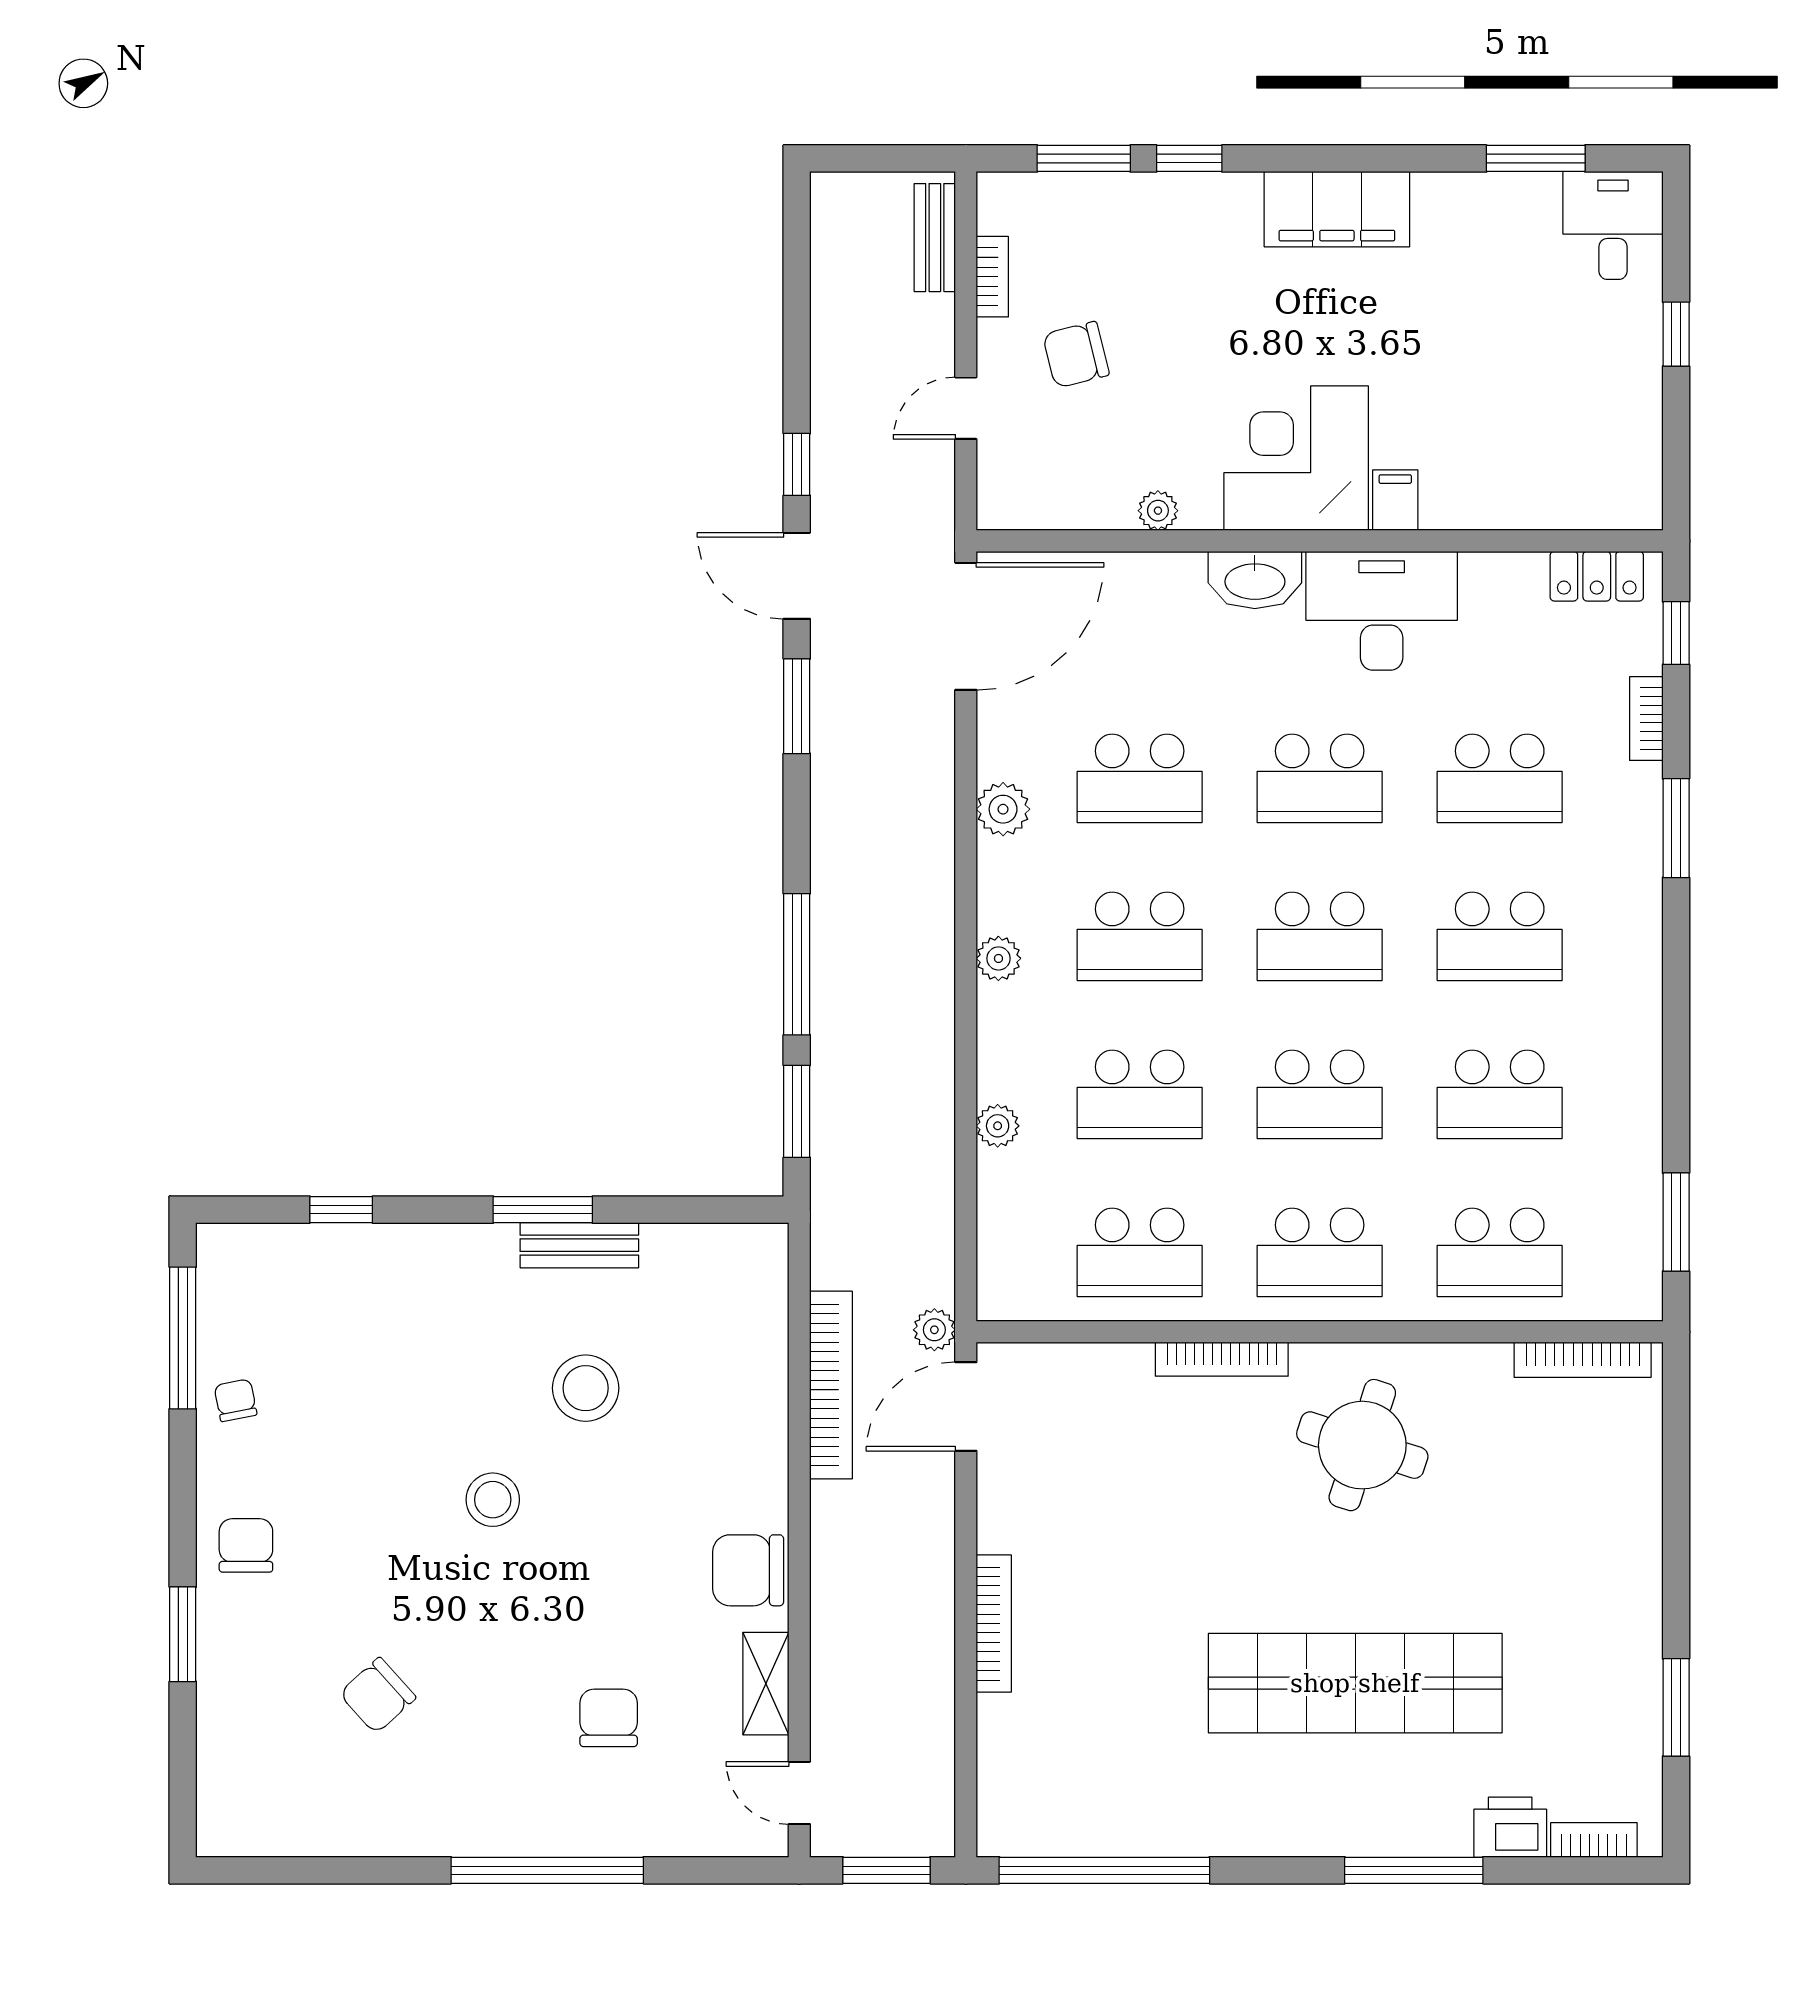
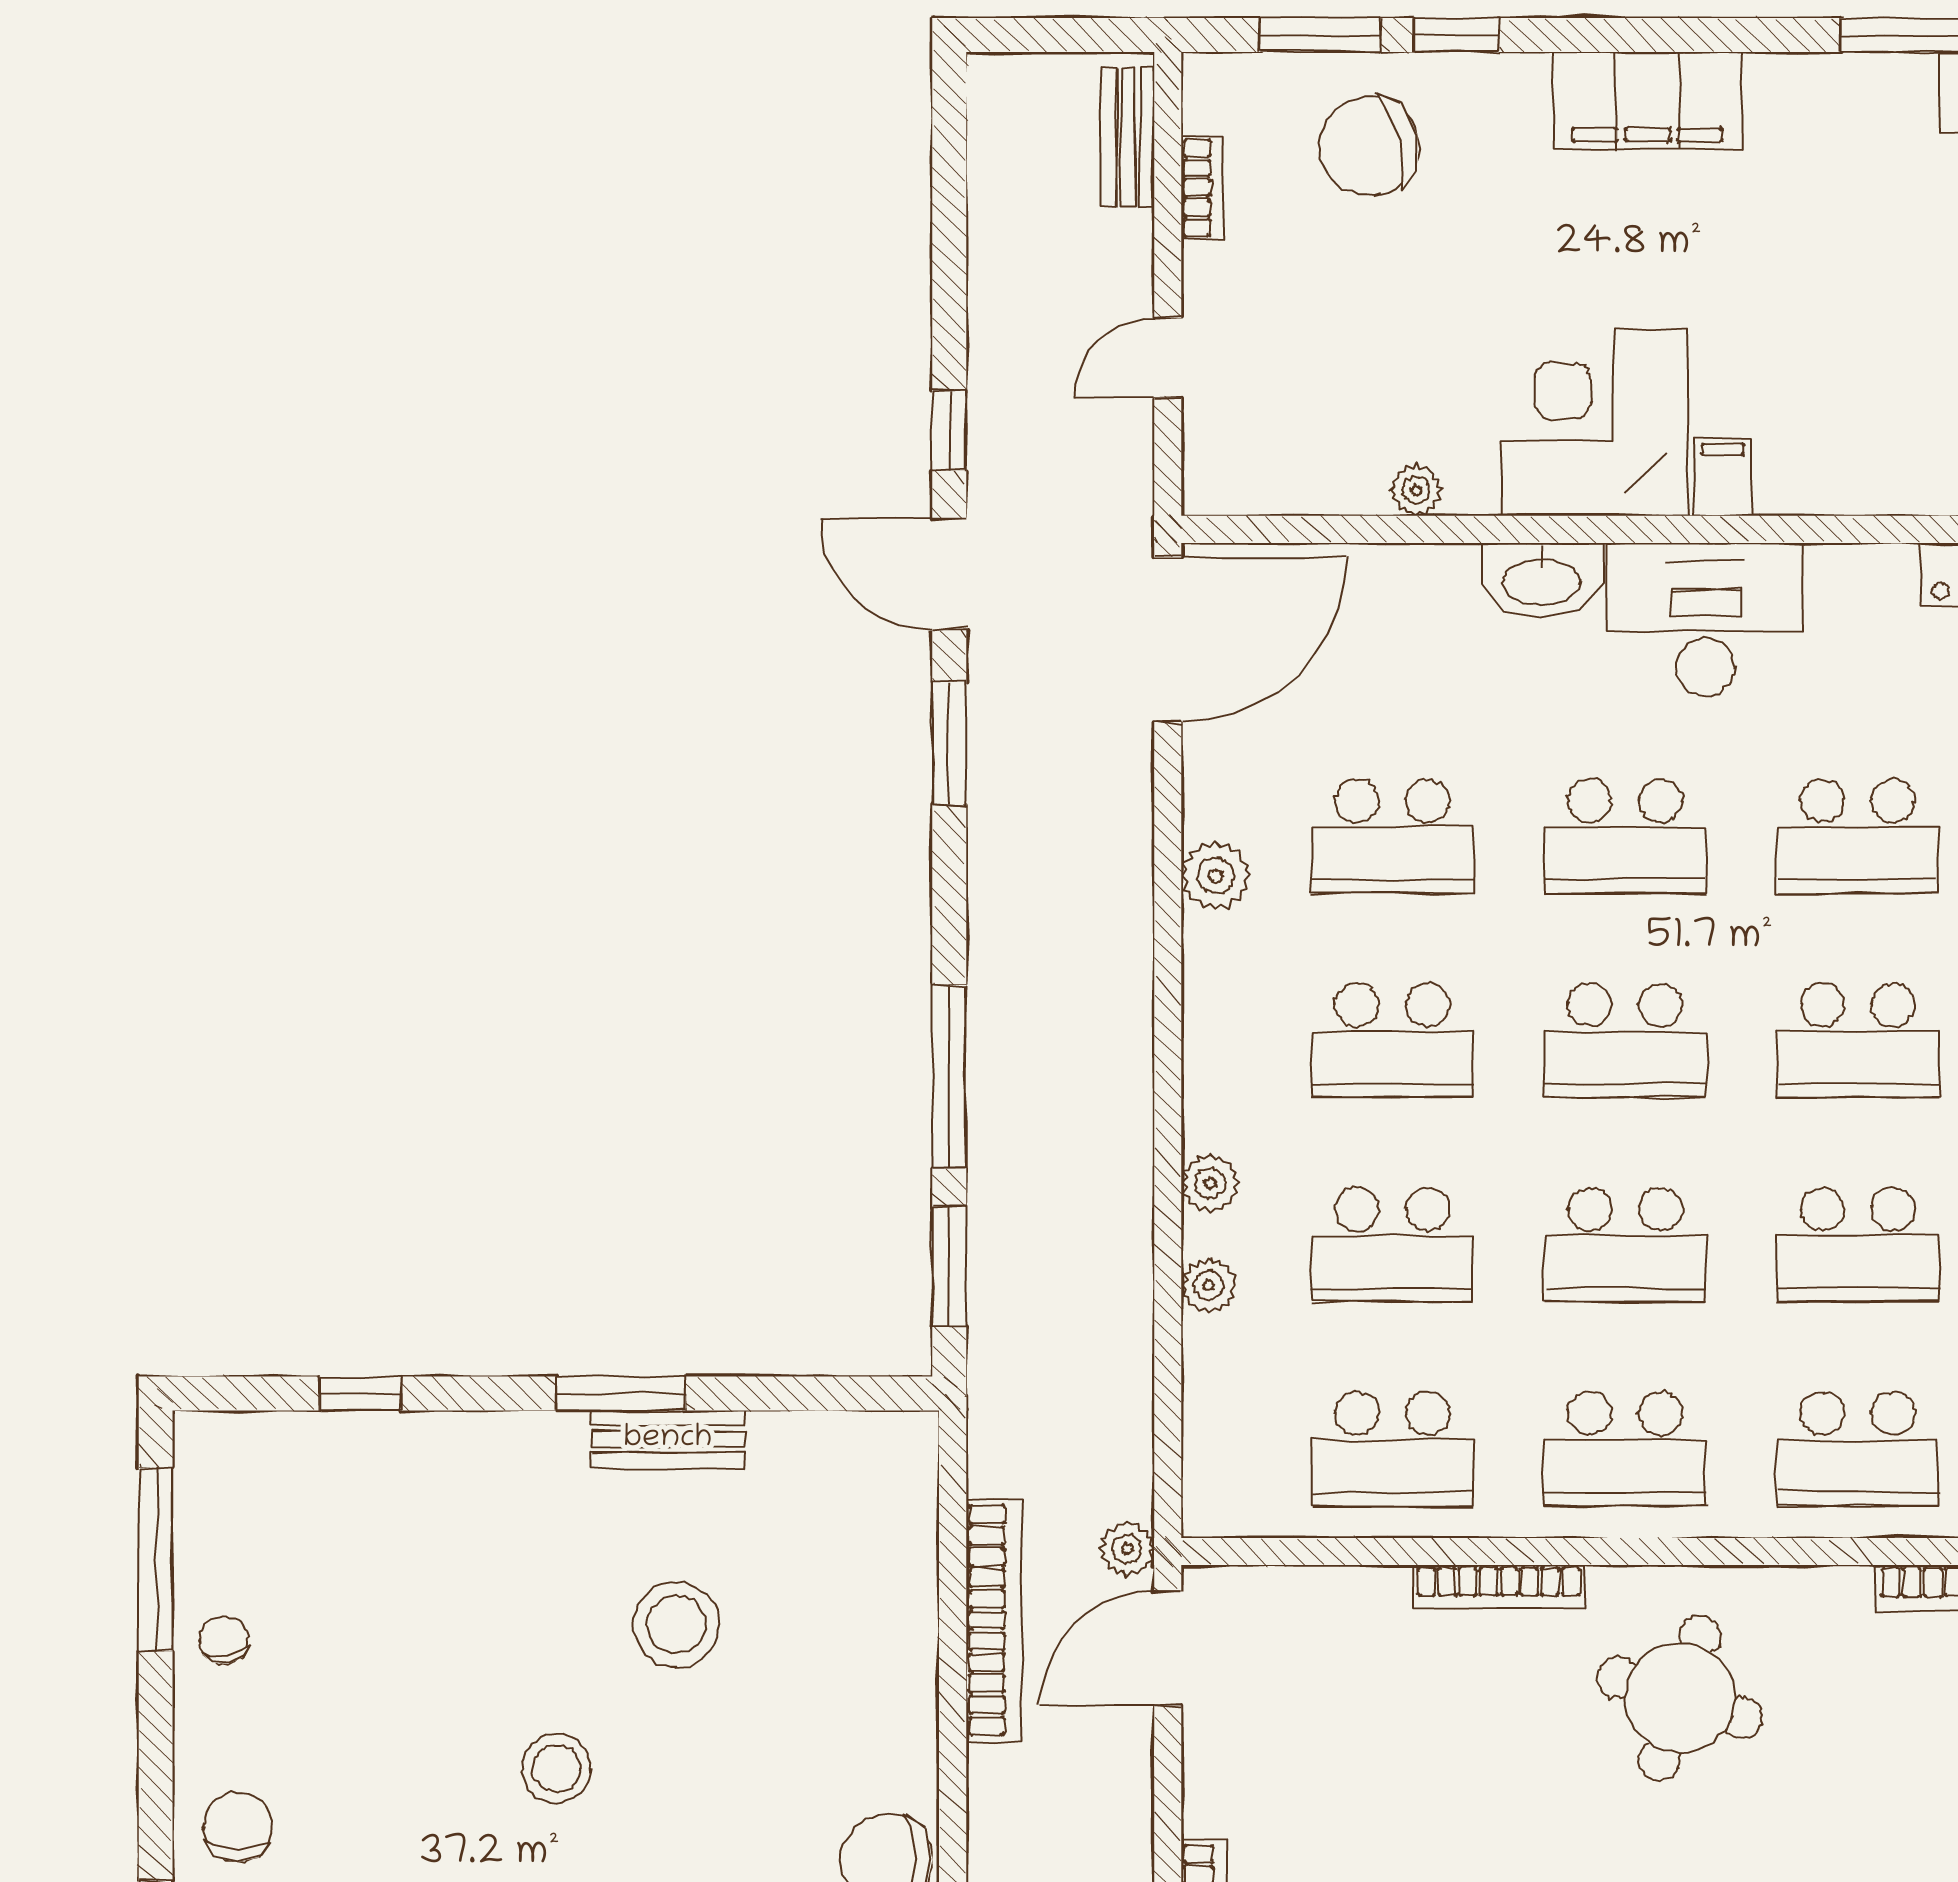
chair: (1076, 355) -> (1369, 147), moved, width x1.37, depth x1.37
plant: (998, 958) -> (1210, 1183), moved

